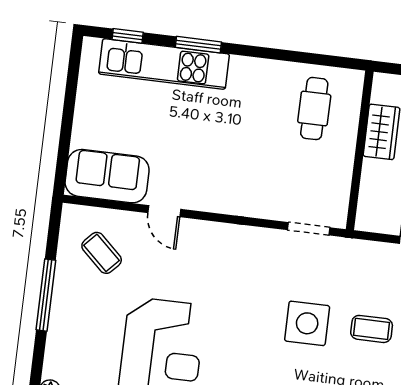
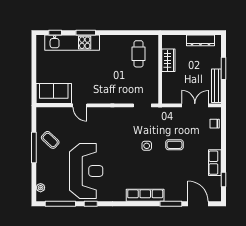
coffee table: (102, 253) -> (50, 140), moved
side table: (307, 323) -> (147, 146), width x0.54, depth x0.54

